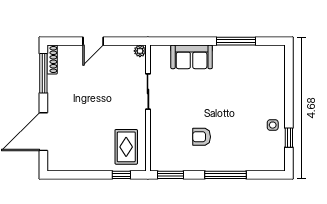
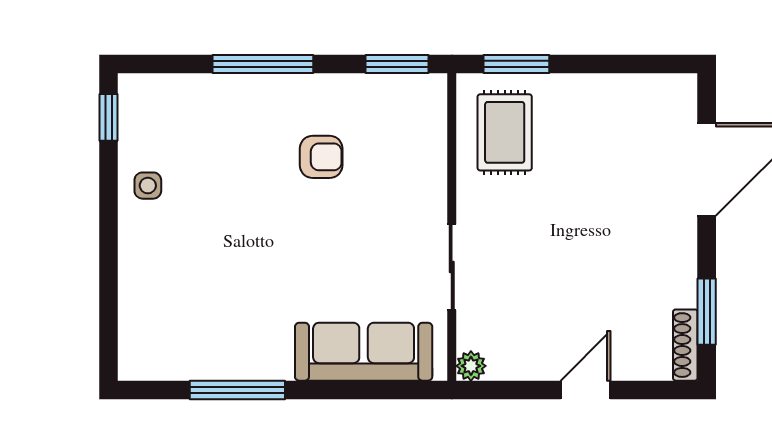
sofa: (192, 57) -> (364, 352), width x1.36
window: (43, 73) -> (707, 312), width x0.69
window: (289, 138) -> (109, 117), moved
window: (121, 175) -> (516, 64), width x1.50

